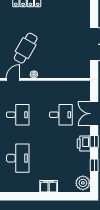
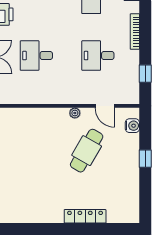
door: (13, 79) -> (105, 106), hinge flipped

